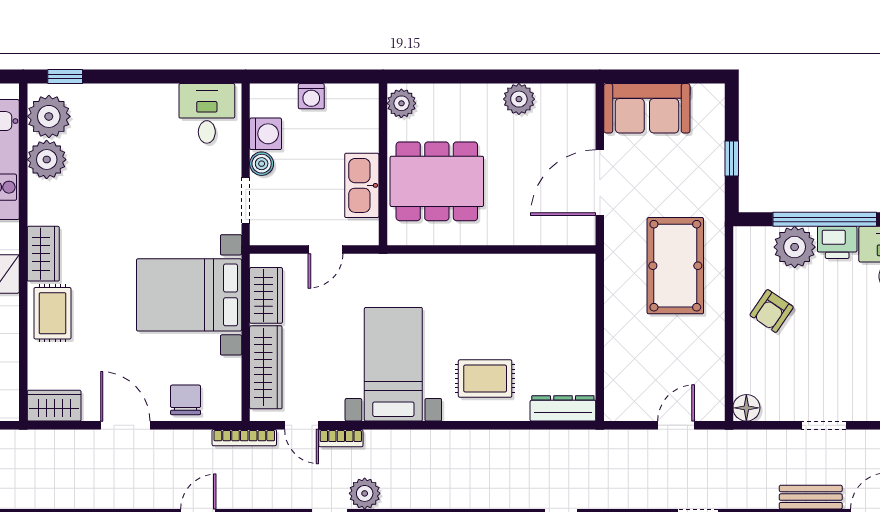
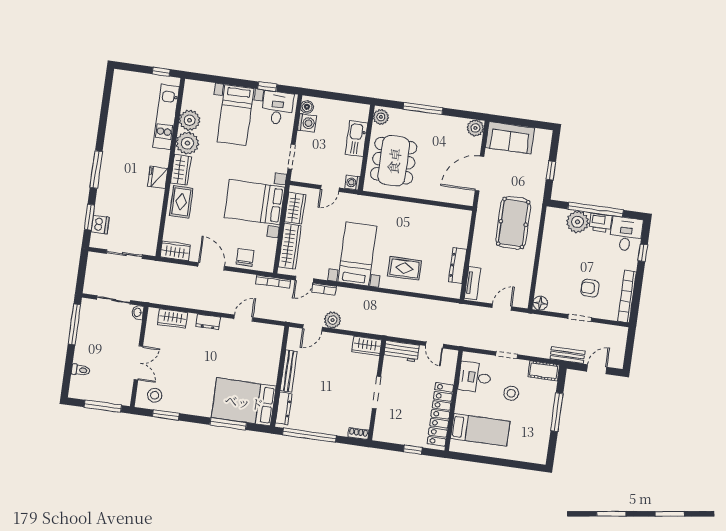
window: (65, 77) -> (267, 87), moved
window: (477, 77) -> (423, 108), added
washing machine: (311, 96) -> (353, 183), moved, turned 90
plant: (519, 99) -> (475, 128), moved
plant: (49, 116) -> (187, 143), moved
bed with nightstands: (131, 138) -> (236, 115), added
boiler: (262, 164) -> (307, 107), moved
dining table: (437, 181) -> (394, 161), turned 90
kitchen sink: (362, 185) -> (356, 139), moved
armchair: (772, 311) -> (590, 288), moved, turned 56
tv unit: (615, 388) -> (473, 283), added
dresser: (563, 408) -> (458, 266), moved, turned -90
door: (302, 425) -> (304, 279), hinge flipped

